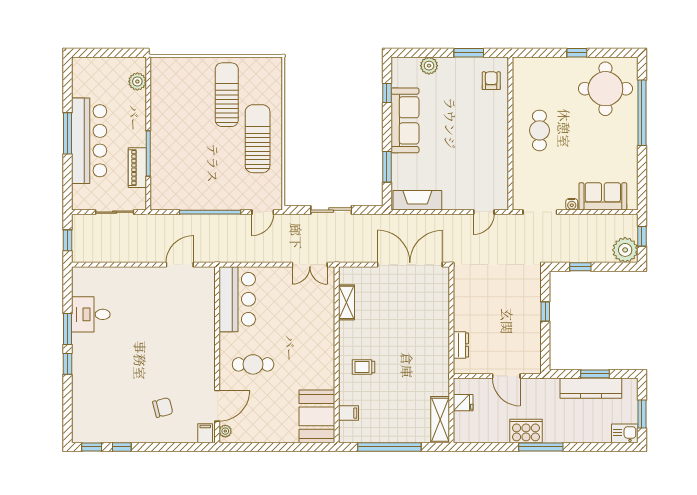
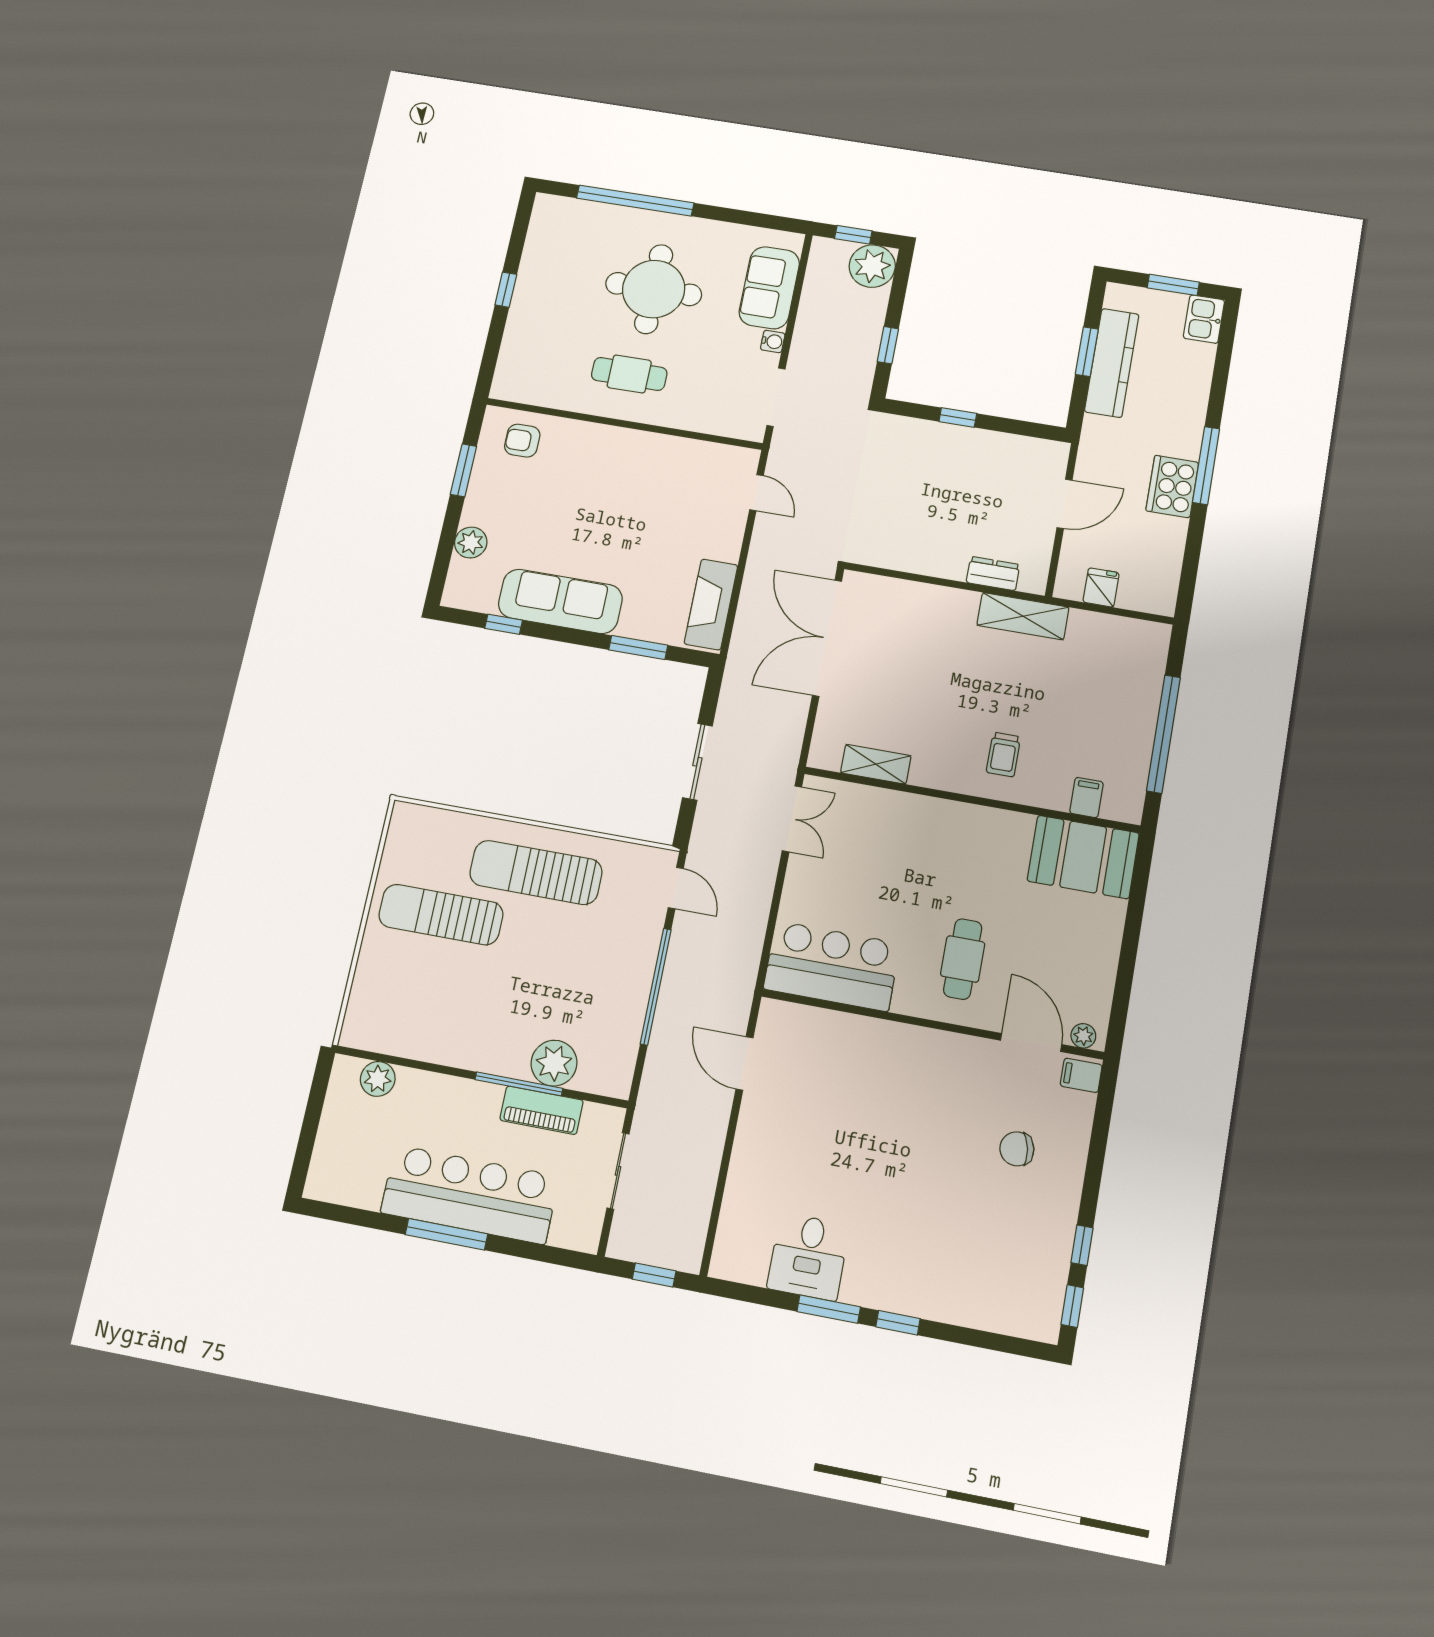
round table: (605, 89) -> (654, 289), moved
plant: (162, 169) -> (554, 1063), added
chair: (163, 407) -> (1017, 1149), turned -86
shelving: (440, 420) -> (1023, 616), moved

